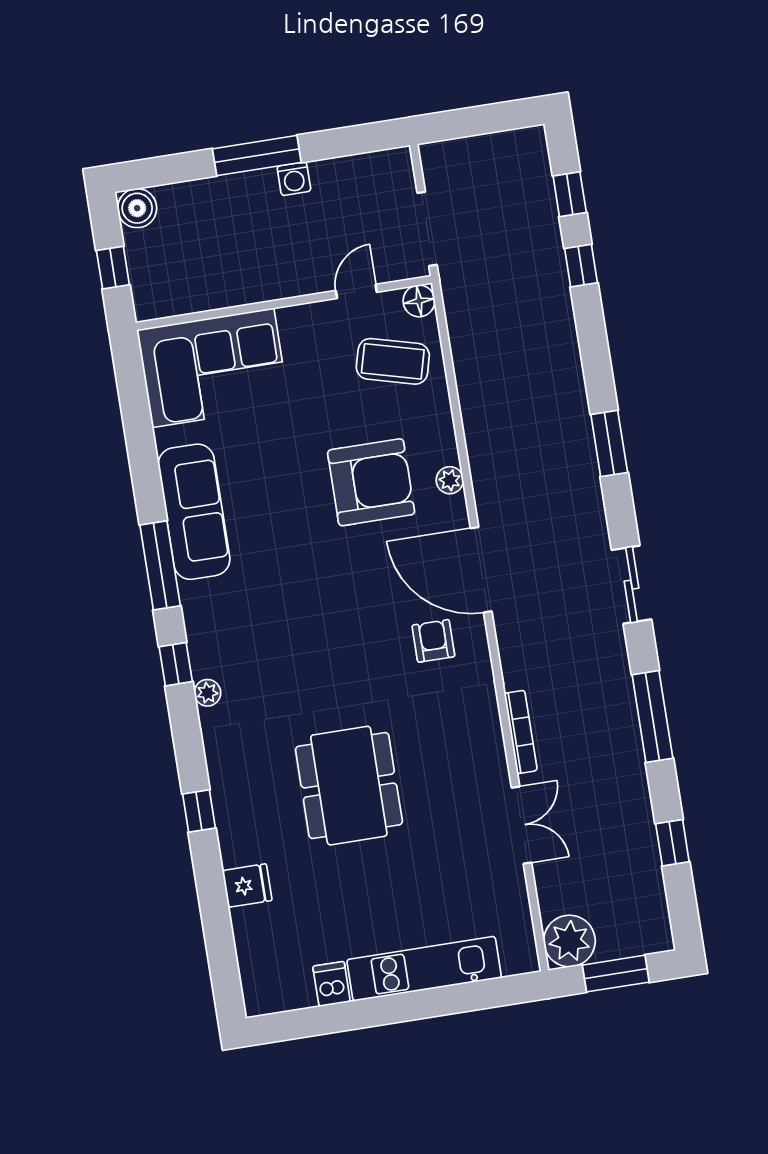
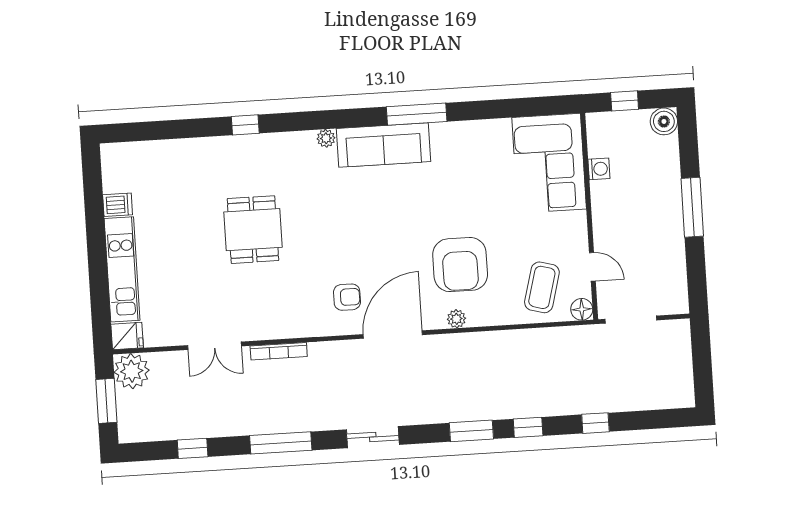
washing machine: (294, 179) -> (599, 169), moved, turned 180
window: (570, 194) -> (528, 427), moved
sofa: (194, 512) -> (383, 145), moved
window: (176, 664) -> (348, 118), removed
dining table: (349, 786) -> (253, 230), width x0.73
fridge: (247, 886) -> (127, 336), moved, turned -90

